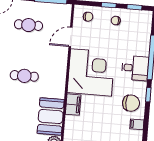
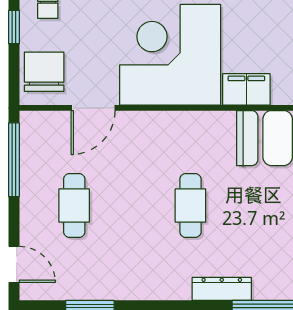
chair: (88, 17) -> (44, 72), width x1.87, depth x1.87
door: (71, 37) -> (93, 108), hinge flipped

